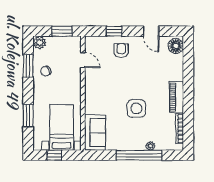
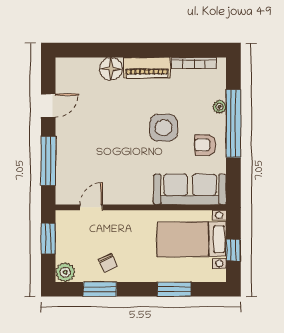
window: (114, 31) -> (48, 161), width x2.17
floor lamp: (176, 46) -> (111, 69), moved
armchair: (121, 51) -> (205, 145), moved
sofa: (95, 133) -> (190, 189), width x1.36

